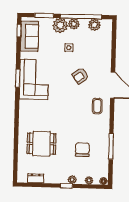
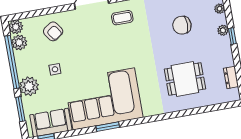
plant: (74, 24) -> (16, 27), moved
armchair: (80, 76) -> (53, 31), moved
corner sofa: (34, 79) -> (104, 99), width x1.36, depth x1.36
dining table: (42, 144) -> (185, 79), turned 90

